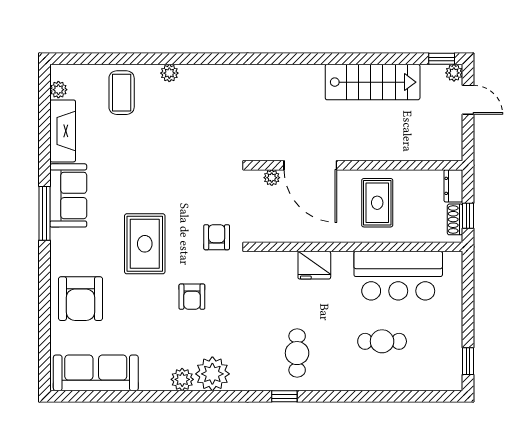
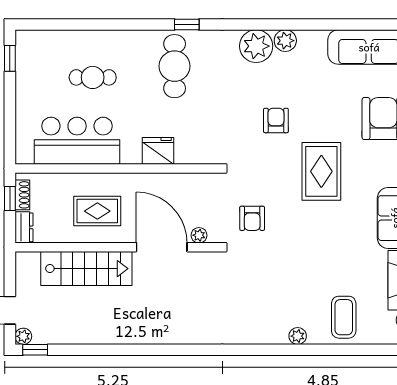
stairs: (373, 82) -> (86, 269), moved, turned 180
rug: (377, 203) -> (97, 211), turned 90
armchair: (217, 237) -> (252, 218), moved
cafe table: (297, 353) -> (175, 66), width x1.37, depth x1.35

